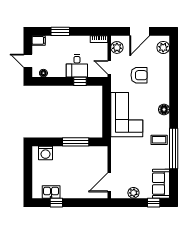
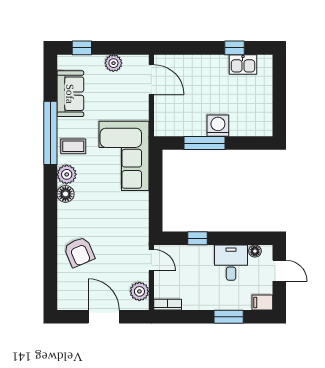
door: (140, 31) -> (104, 317), hinge flipped
plant: (163, 47) -> (67, 174), moved
desk: (77, 66) -> (231, 263), moved
armchair: (139, 75) -> (79, 252), moved, turned -113
corner sofa: (127, 115) -> (124, 156), moved
washing machine: (45, 153) -> (218, 126), moved
door: (109, 182) -> (151, 80), hinge flipped
sofa: (161, 184) -> (70, 94), moved

